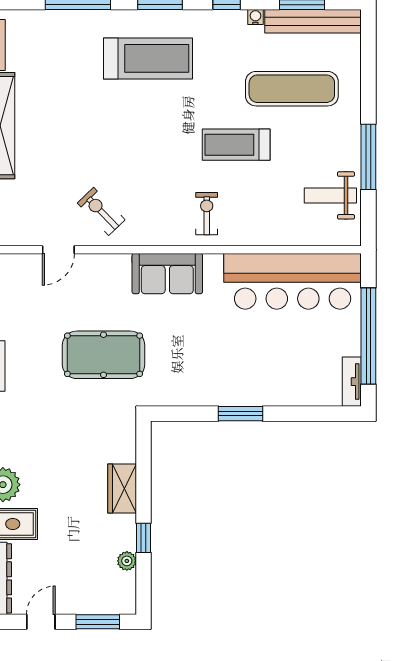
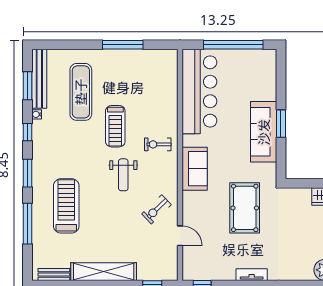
treadmill: (148, 58) -> (66, 206), moved
weight bench: (330, 195) -> (123, 175), moved
tv unit: (352, 382) -> (261, 55), removed
sofa: (227, 385) -> (264, 132), added

